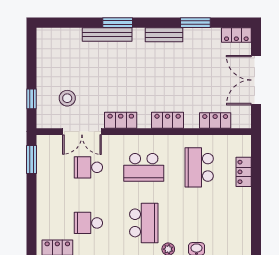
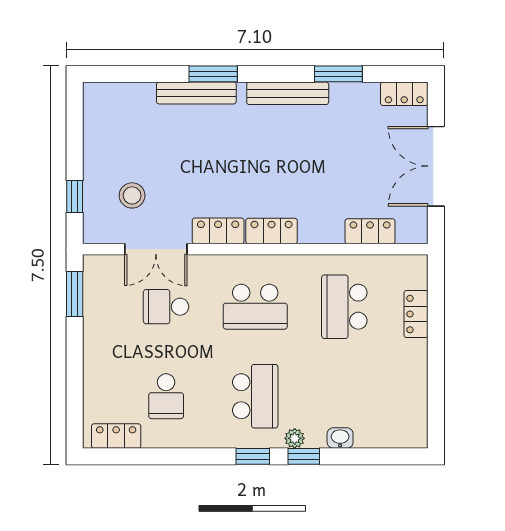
bench: (164, 35) -> (288, 93), width x1.36
locker: (168, 120) -> (272, 231), moved
school desk: (88, 223) -> (166, 396), turned -90

